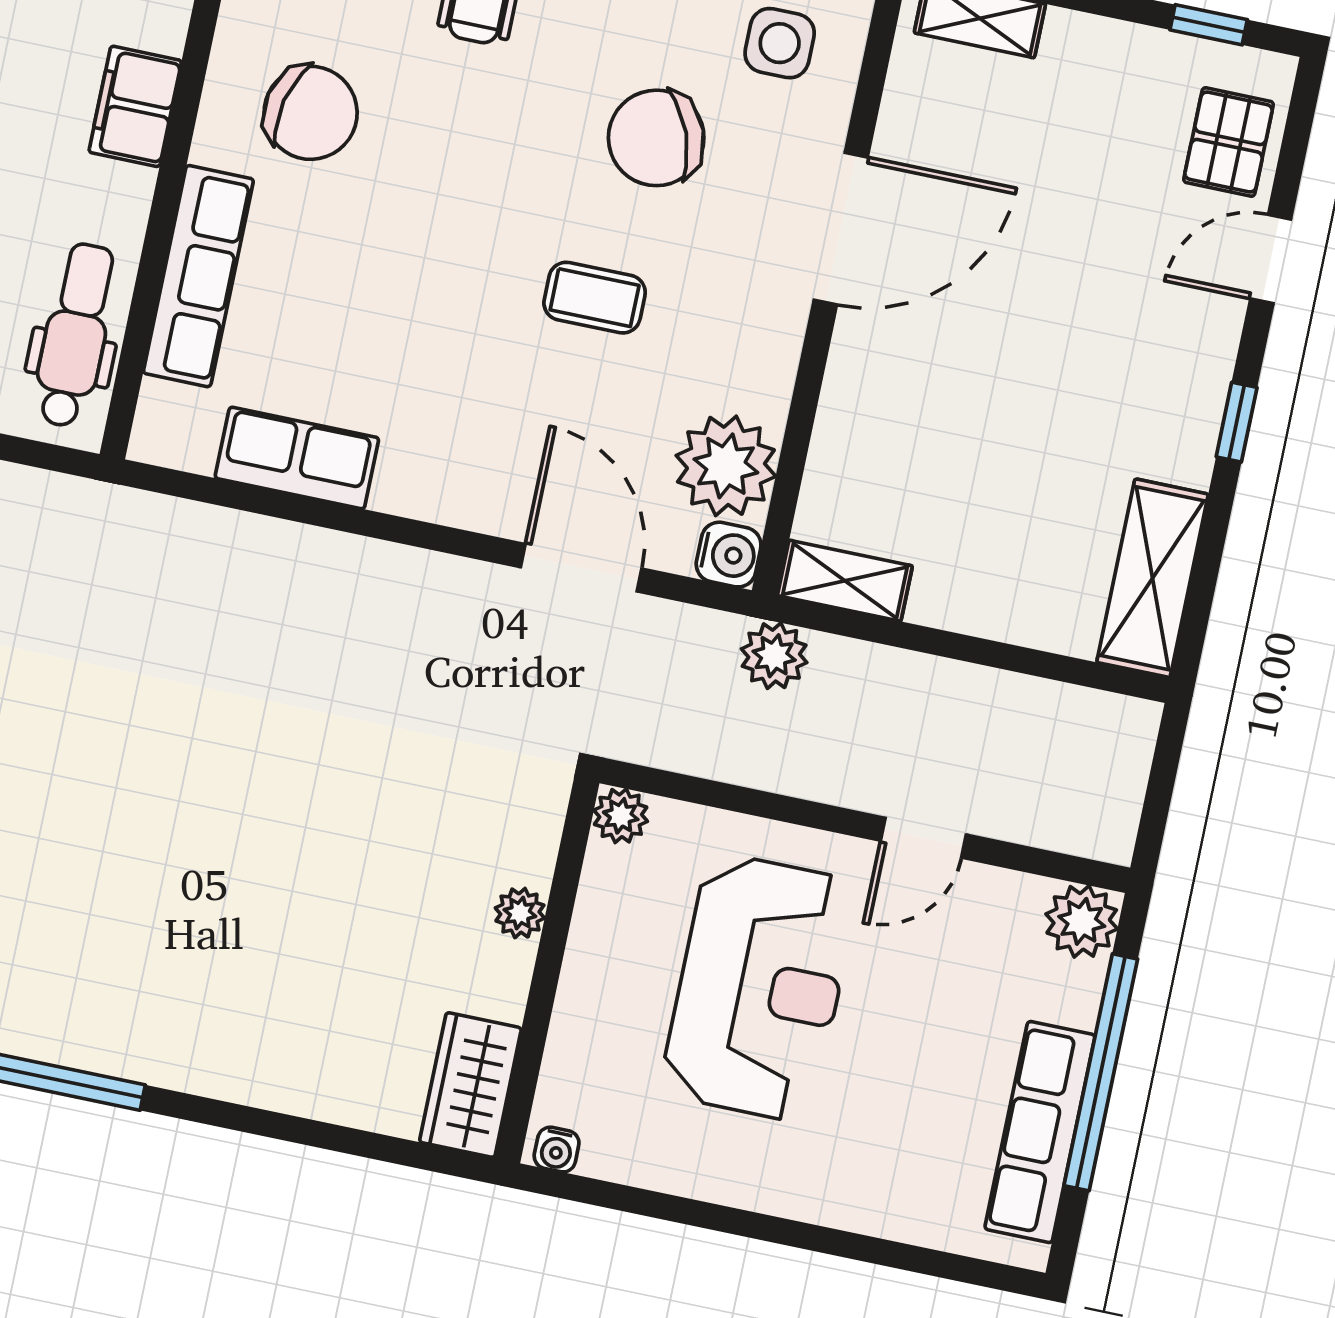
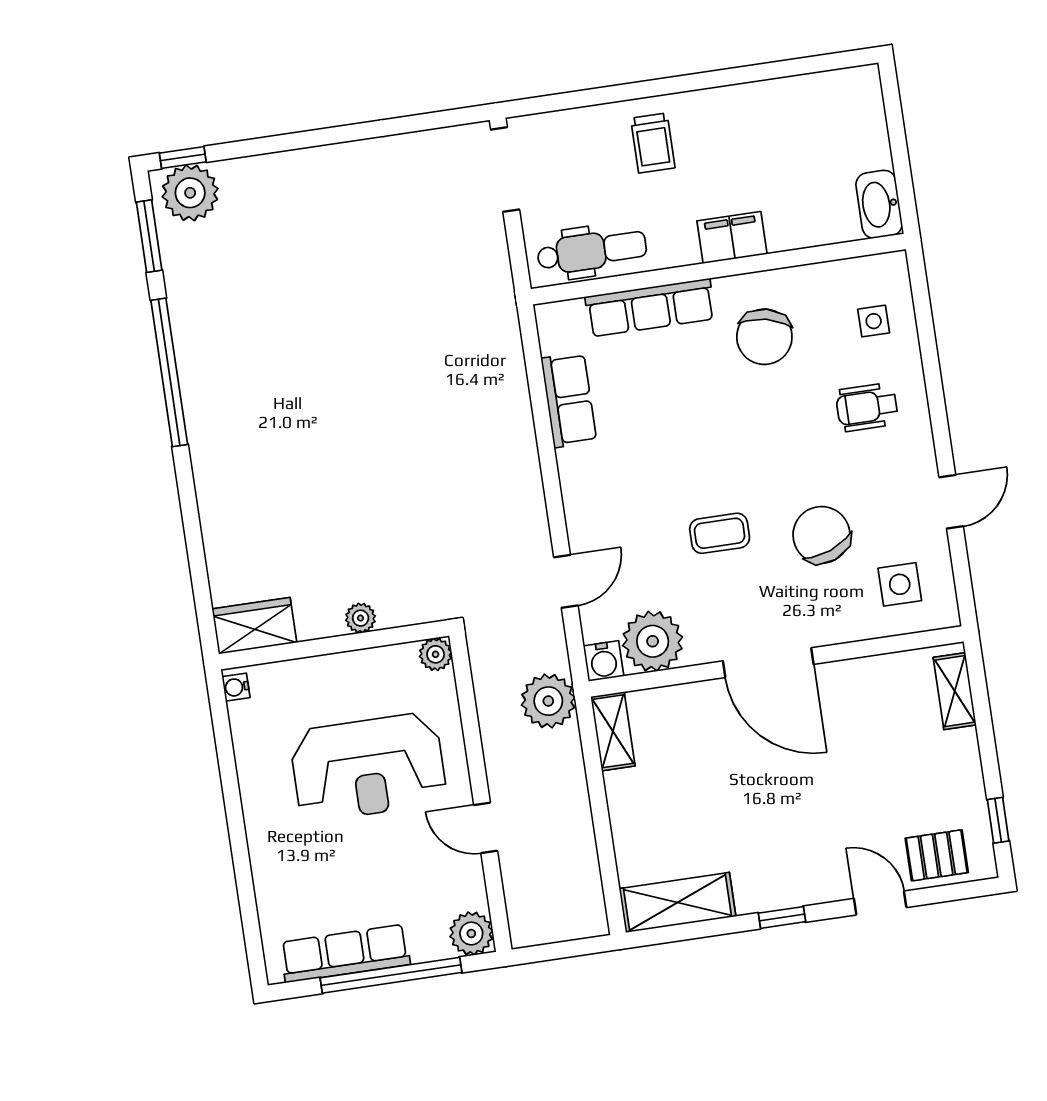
door: (841, 229) -> (768, 663), moved
coffee table: (595, 298) -> (720, 533), turned 90
door: (581, 568) -> (566, 581), width x0.73
plant: (774, 656) -> (548, 701), width x1.36, depth x1.36

